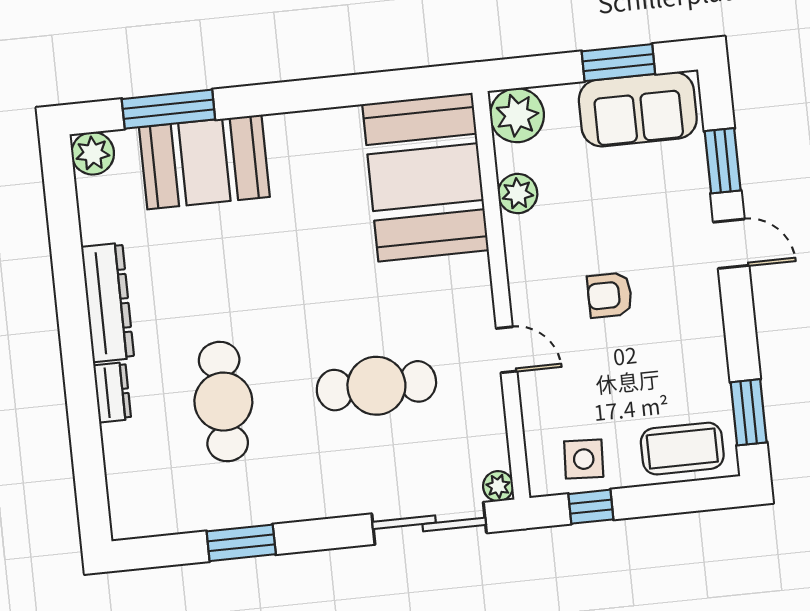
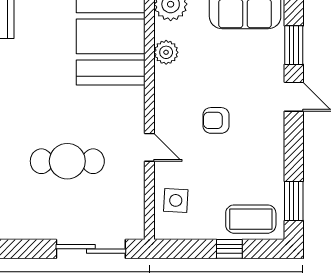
side table: (584, 459) -> (176, 200), moved
plant: (498, 486) -> (135, 230), removed
window: (591, 507) -> (229, 249), moved

